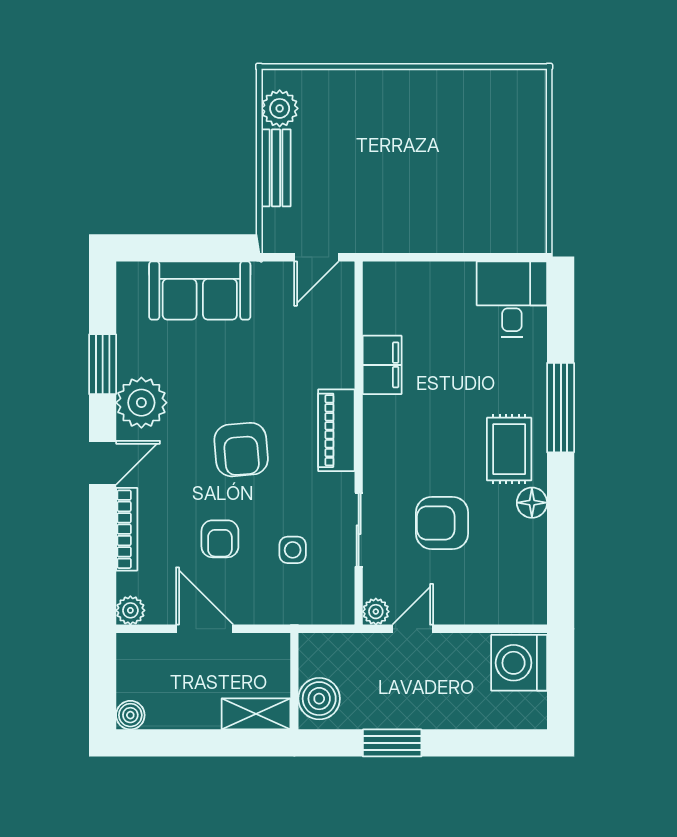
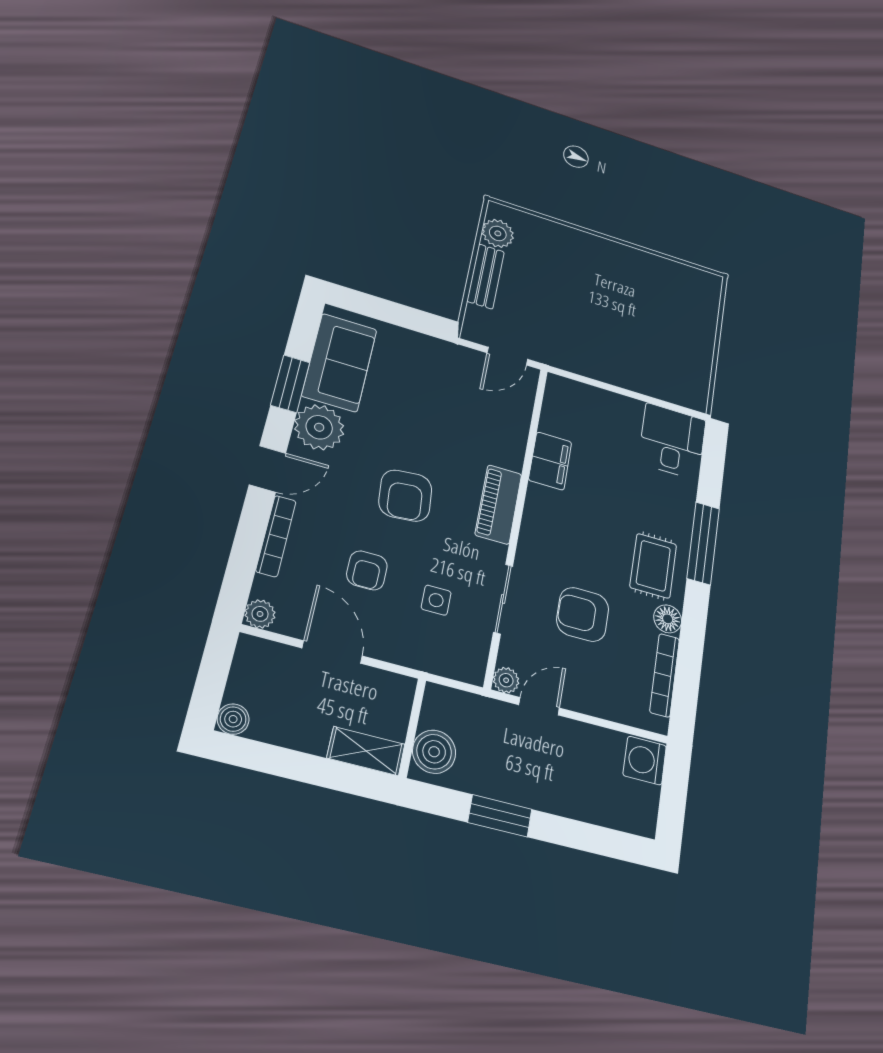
sofa: (200, 291) -> (339, 362), moved, turned -90
bookcase: (536, 563) -> (665, 675), added
washing machine: (519, 663) -> (645, 761), width x0.73, depth x0.73

